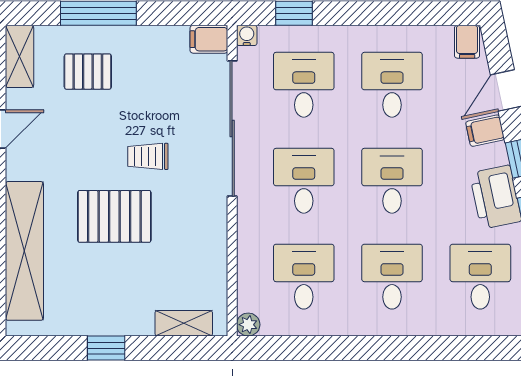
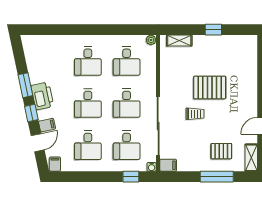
shelving: (24, 251) -> (249, 72), removed
desk: (480, 277) -> (49, 61), removed

